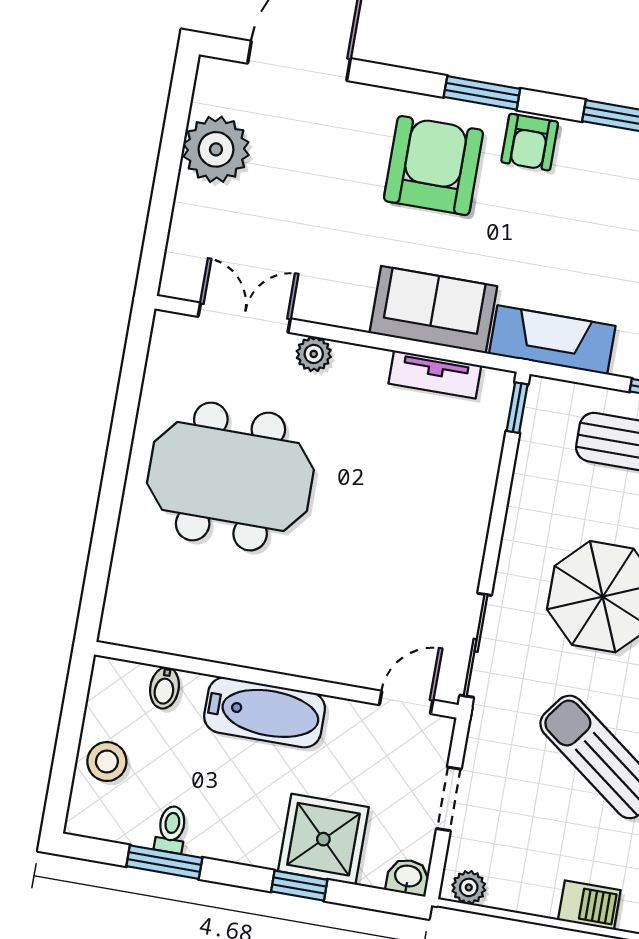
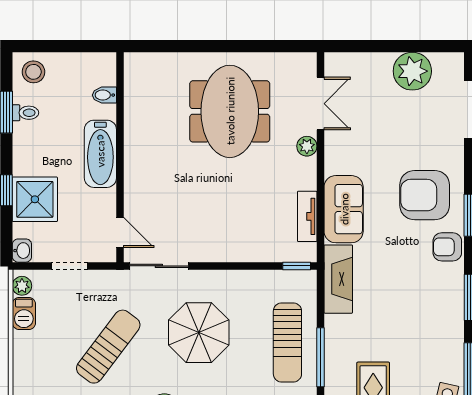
armchair: (433, 166) -> (425, 195), turned 180
stool: (107, 762) -> (33, 72), moved
barbecue: (589, 905) -> (24, 313), moved

